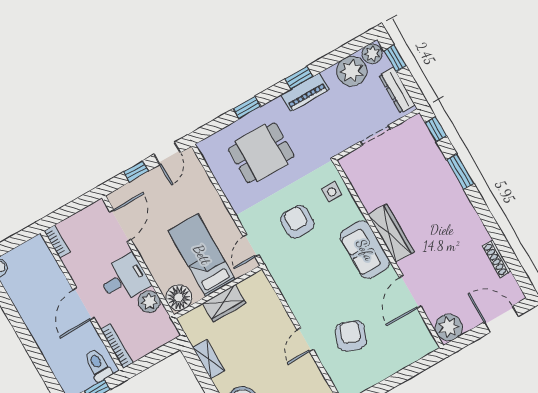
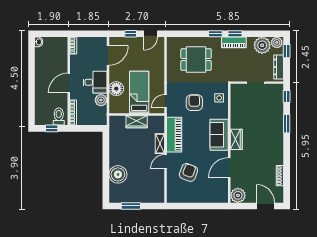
window: (247, 108) -> (215, 34), moved
wardrobe: (391, 233) -> (236, 139), width x0.67
piano: (294, 290) -> (174, 135), added
floor lamp: (179, 298) -> (116, 89), moved
shelving: (209, 359) -> (160, 144), moved

